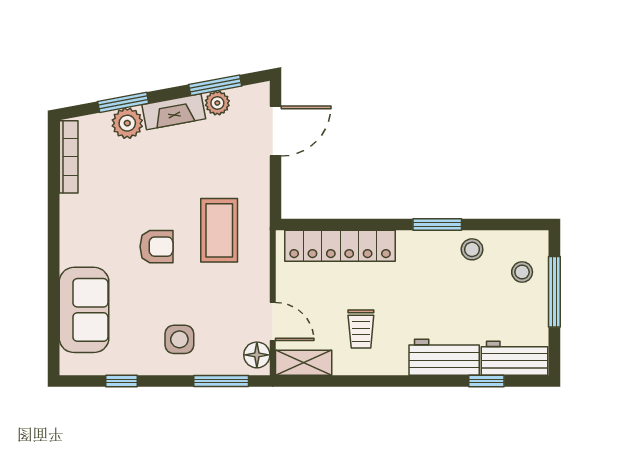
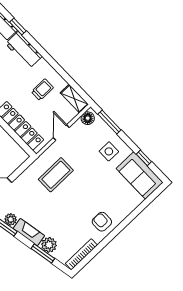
armchair: (156, 247) -> (102, 222), moved
sofa: (84, 310) -> (140, 175), moved, turned -90
door: (273, 322) -> (61, 133), moved

